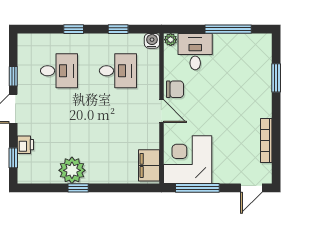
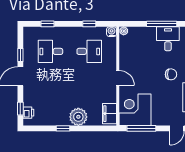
window: (74, 29) -> (48, 24), moved
desk: (195, 52) -> (168, 39), moved
desk: (59, 71) -> (50, 51), turned 180
chair: (175, 89) -> (171, 74), moved
printer: (25, 145) -> (28, 113), moved
plant: (72, 170) -> (78, 117), moved

